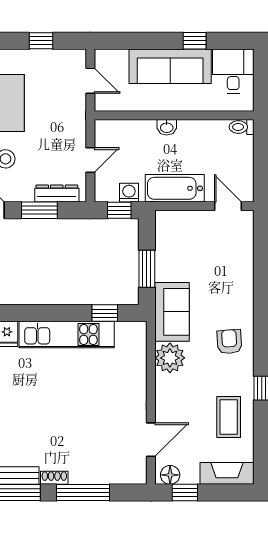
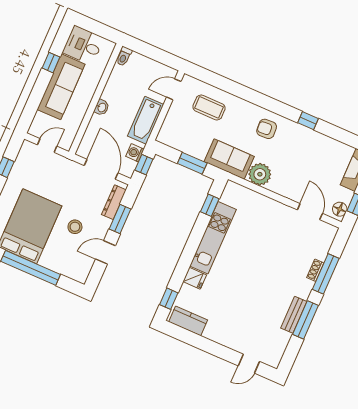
door: (90, 160) -> (101, 169), width x1.87
coffee table: (229, 417) -> (209, 107), moved
shoe rack: (54, 478) -> (315, 270), moved

